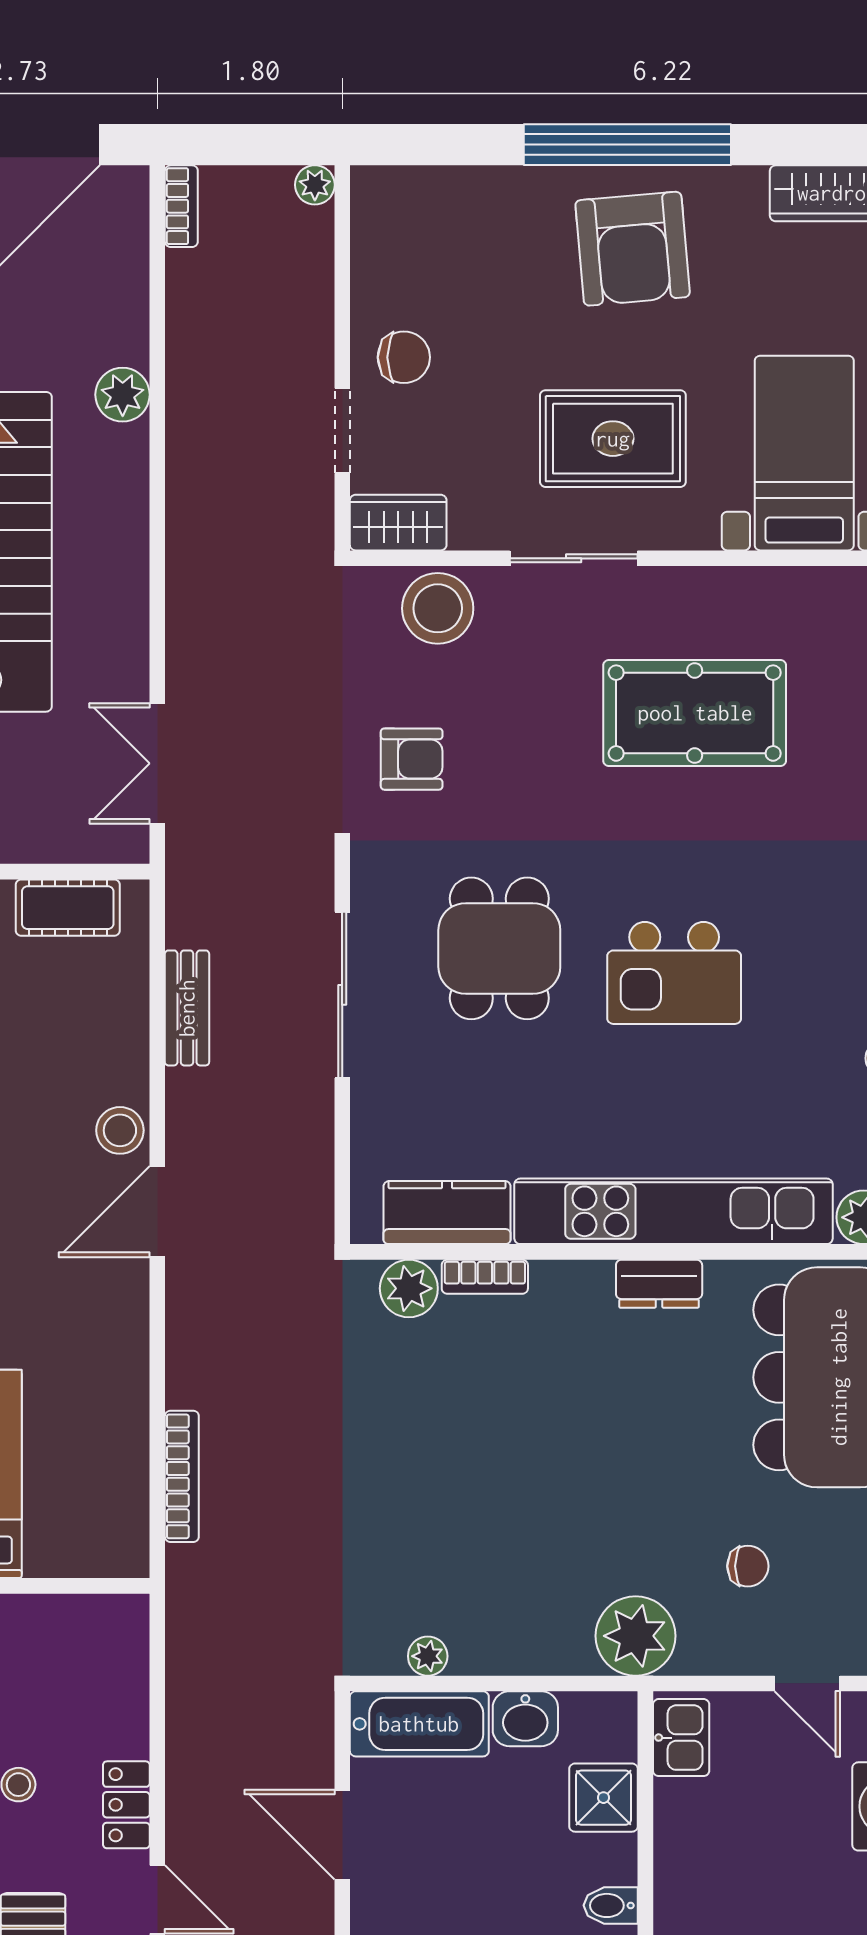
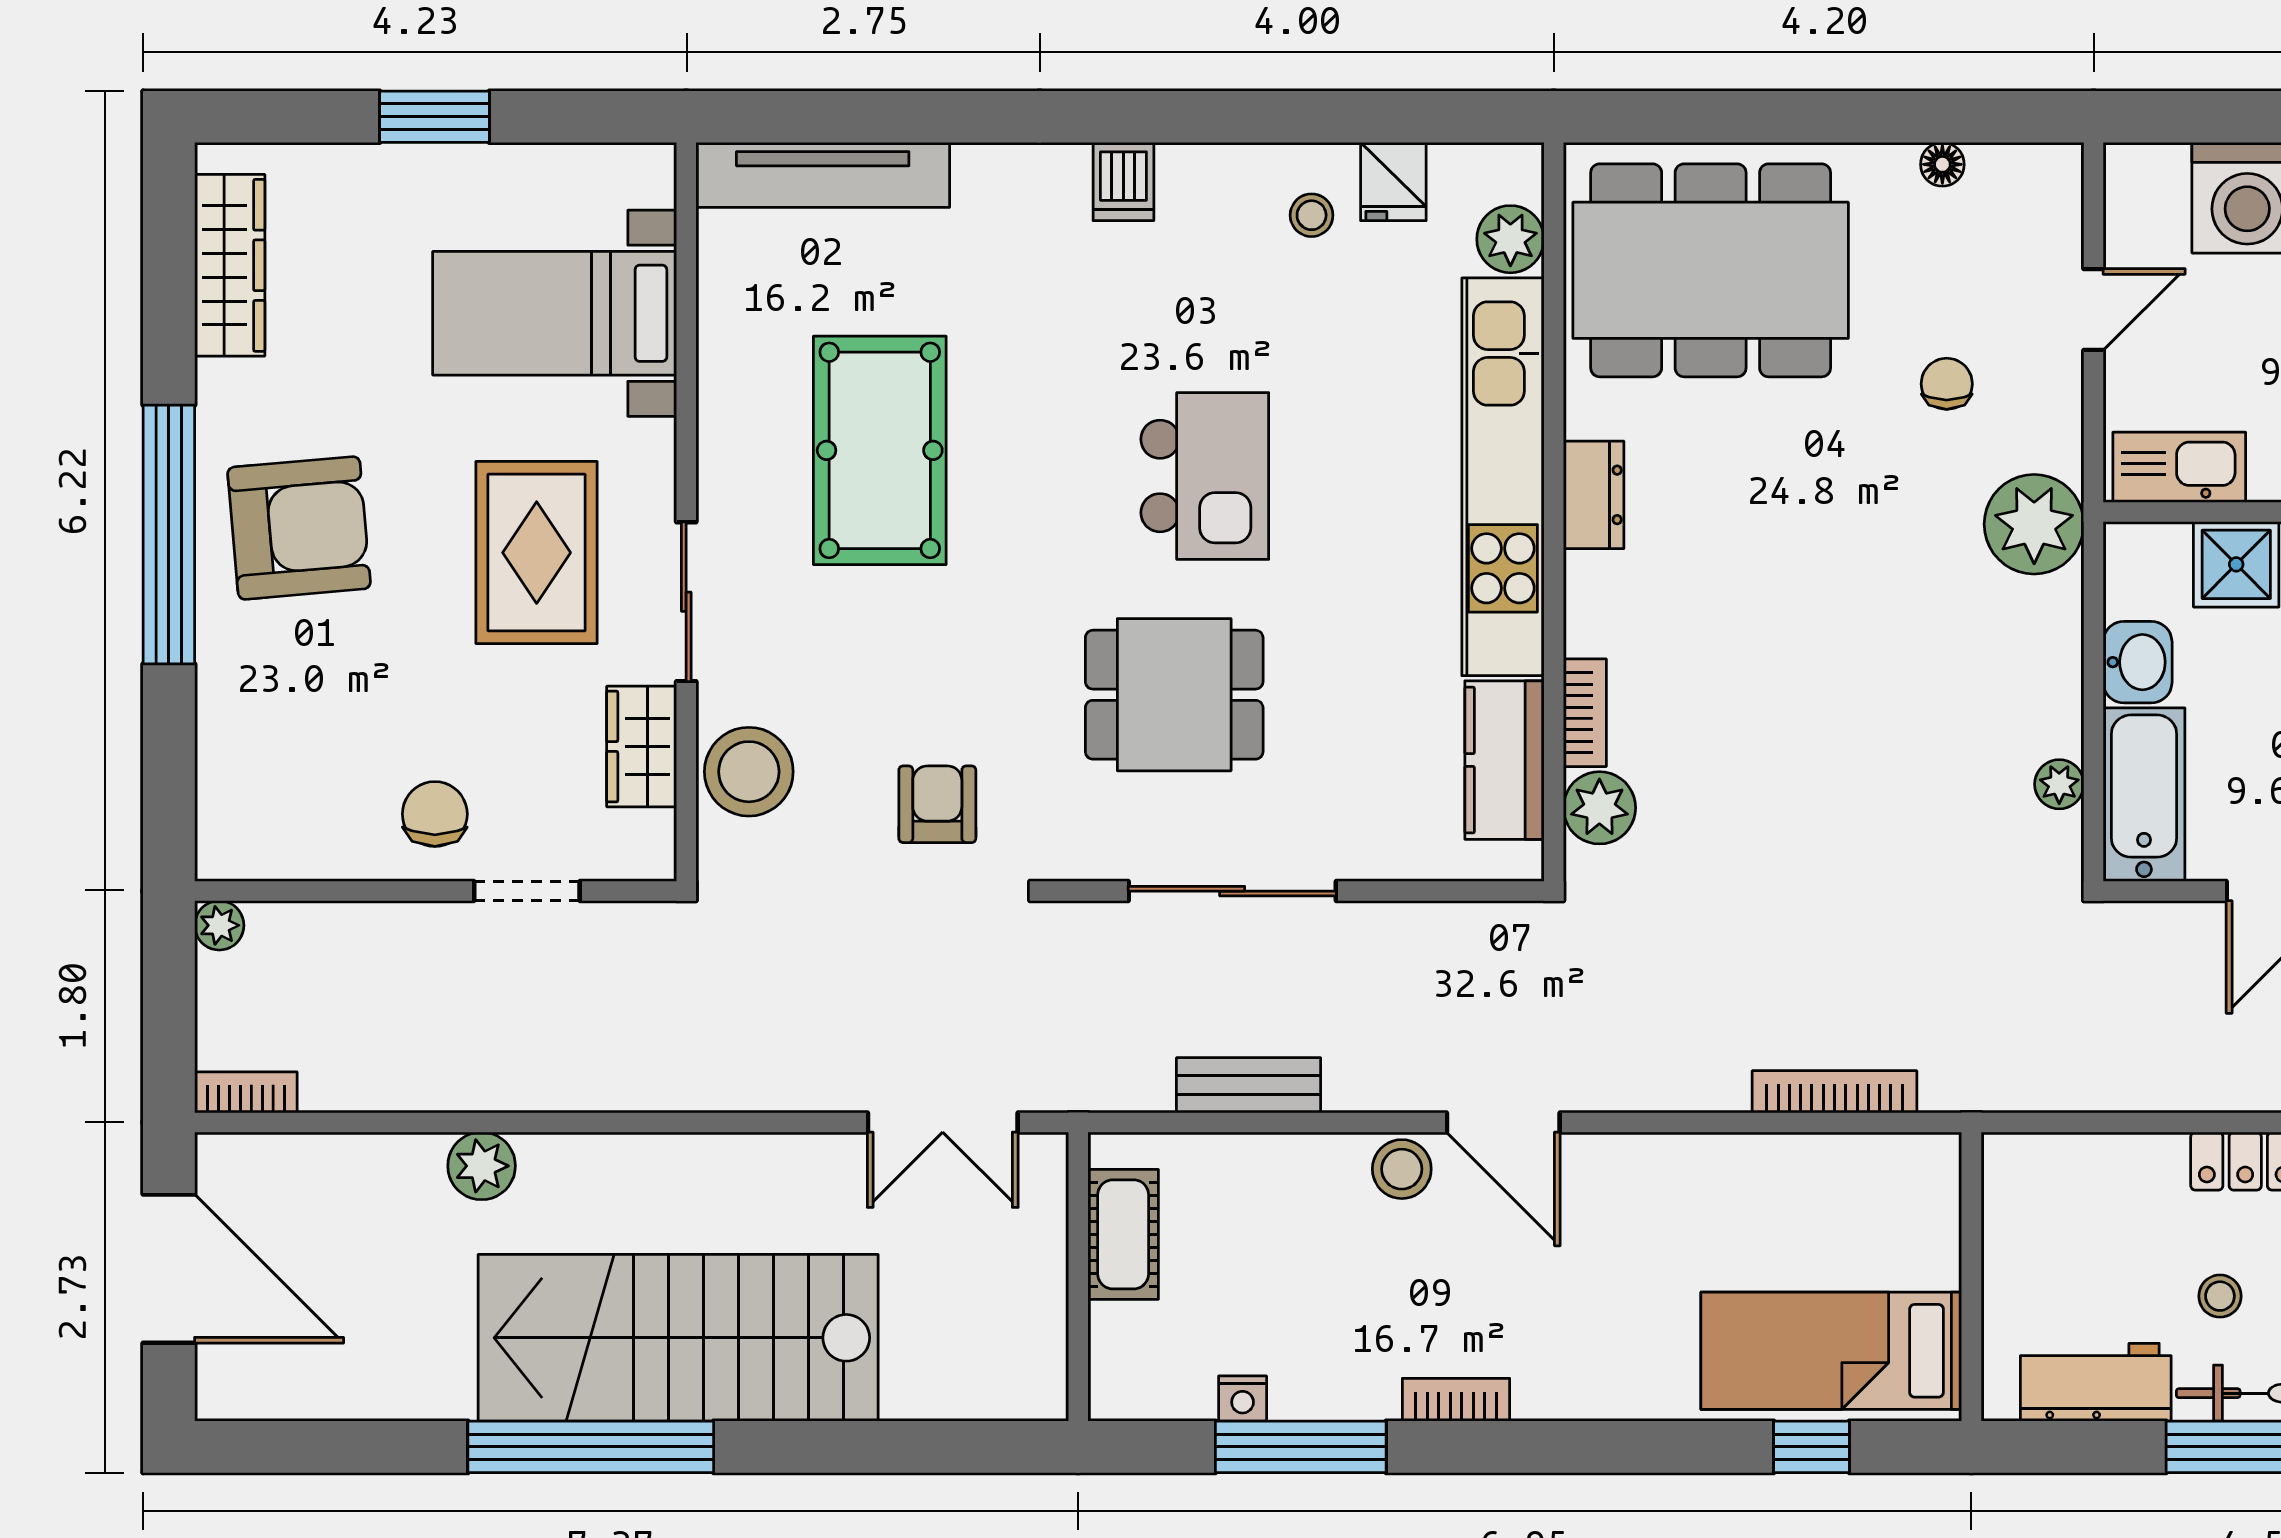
wardrobe: (398, 523) -> (642, 747), moved
kitchen sink: (681, 1738) -> (2179, 467), width x1.38

